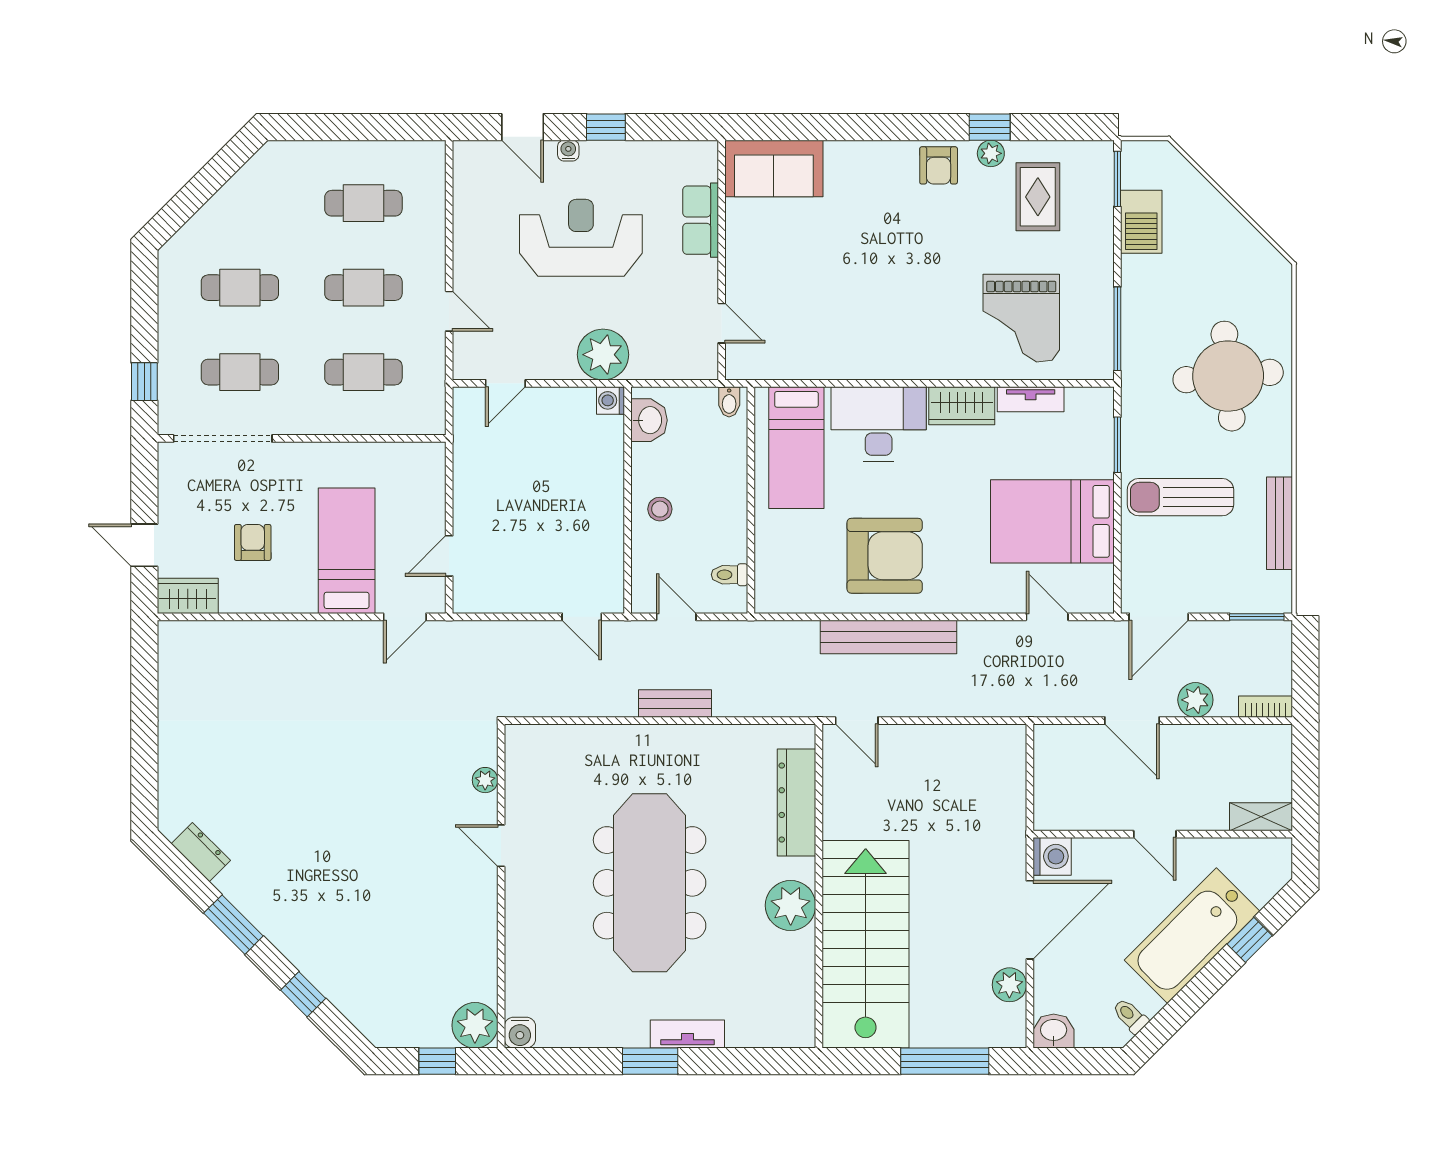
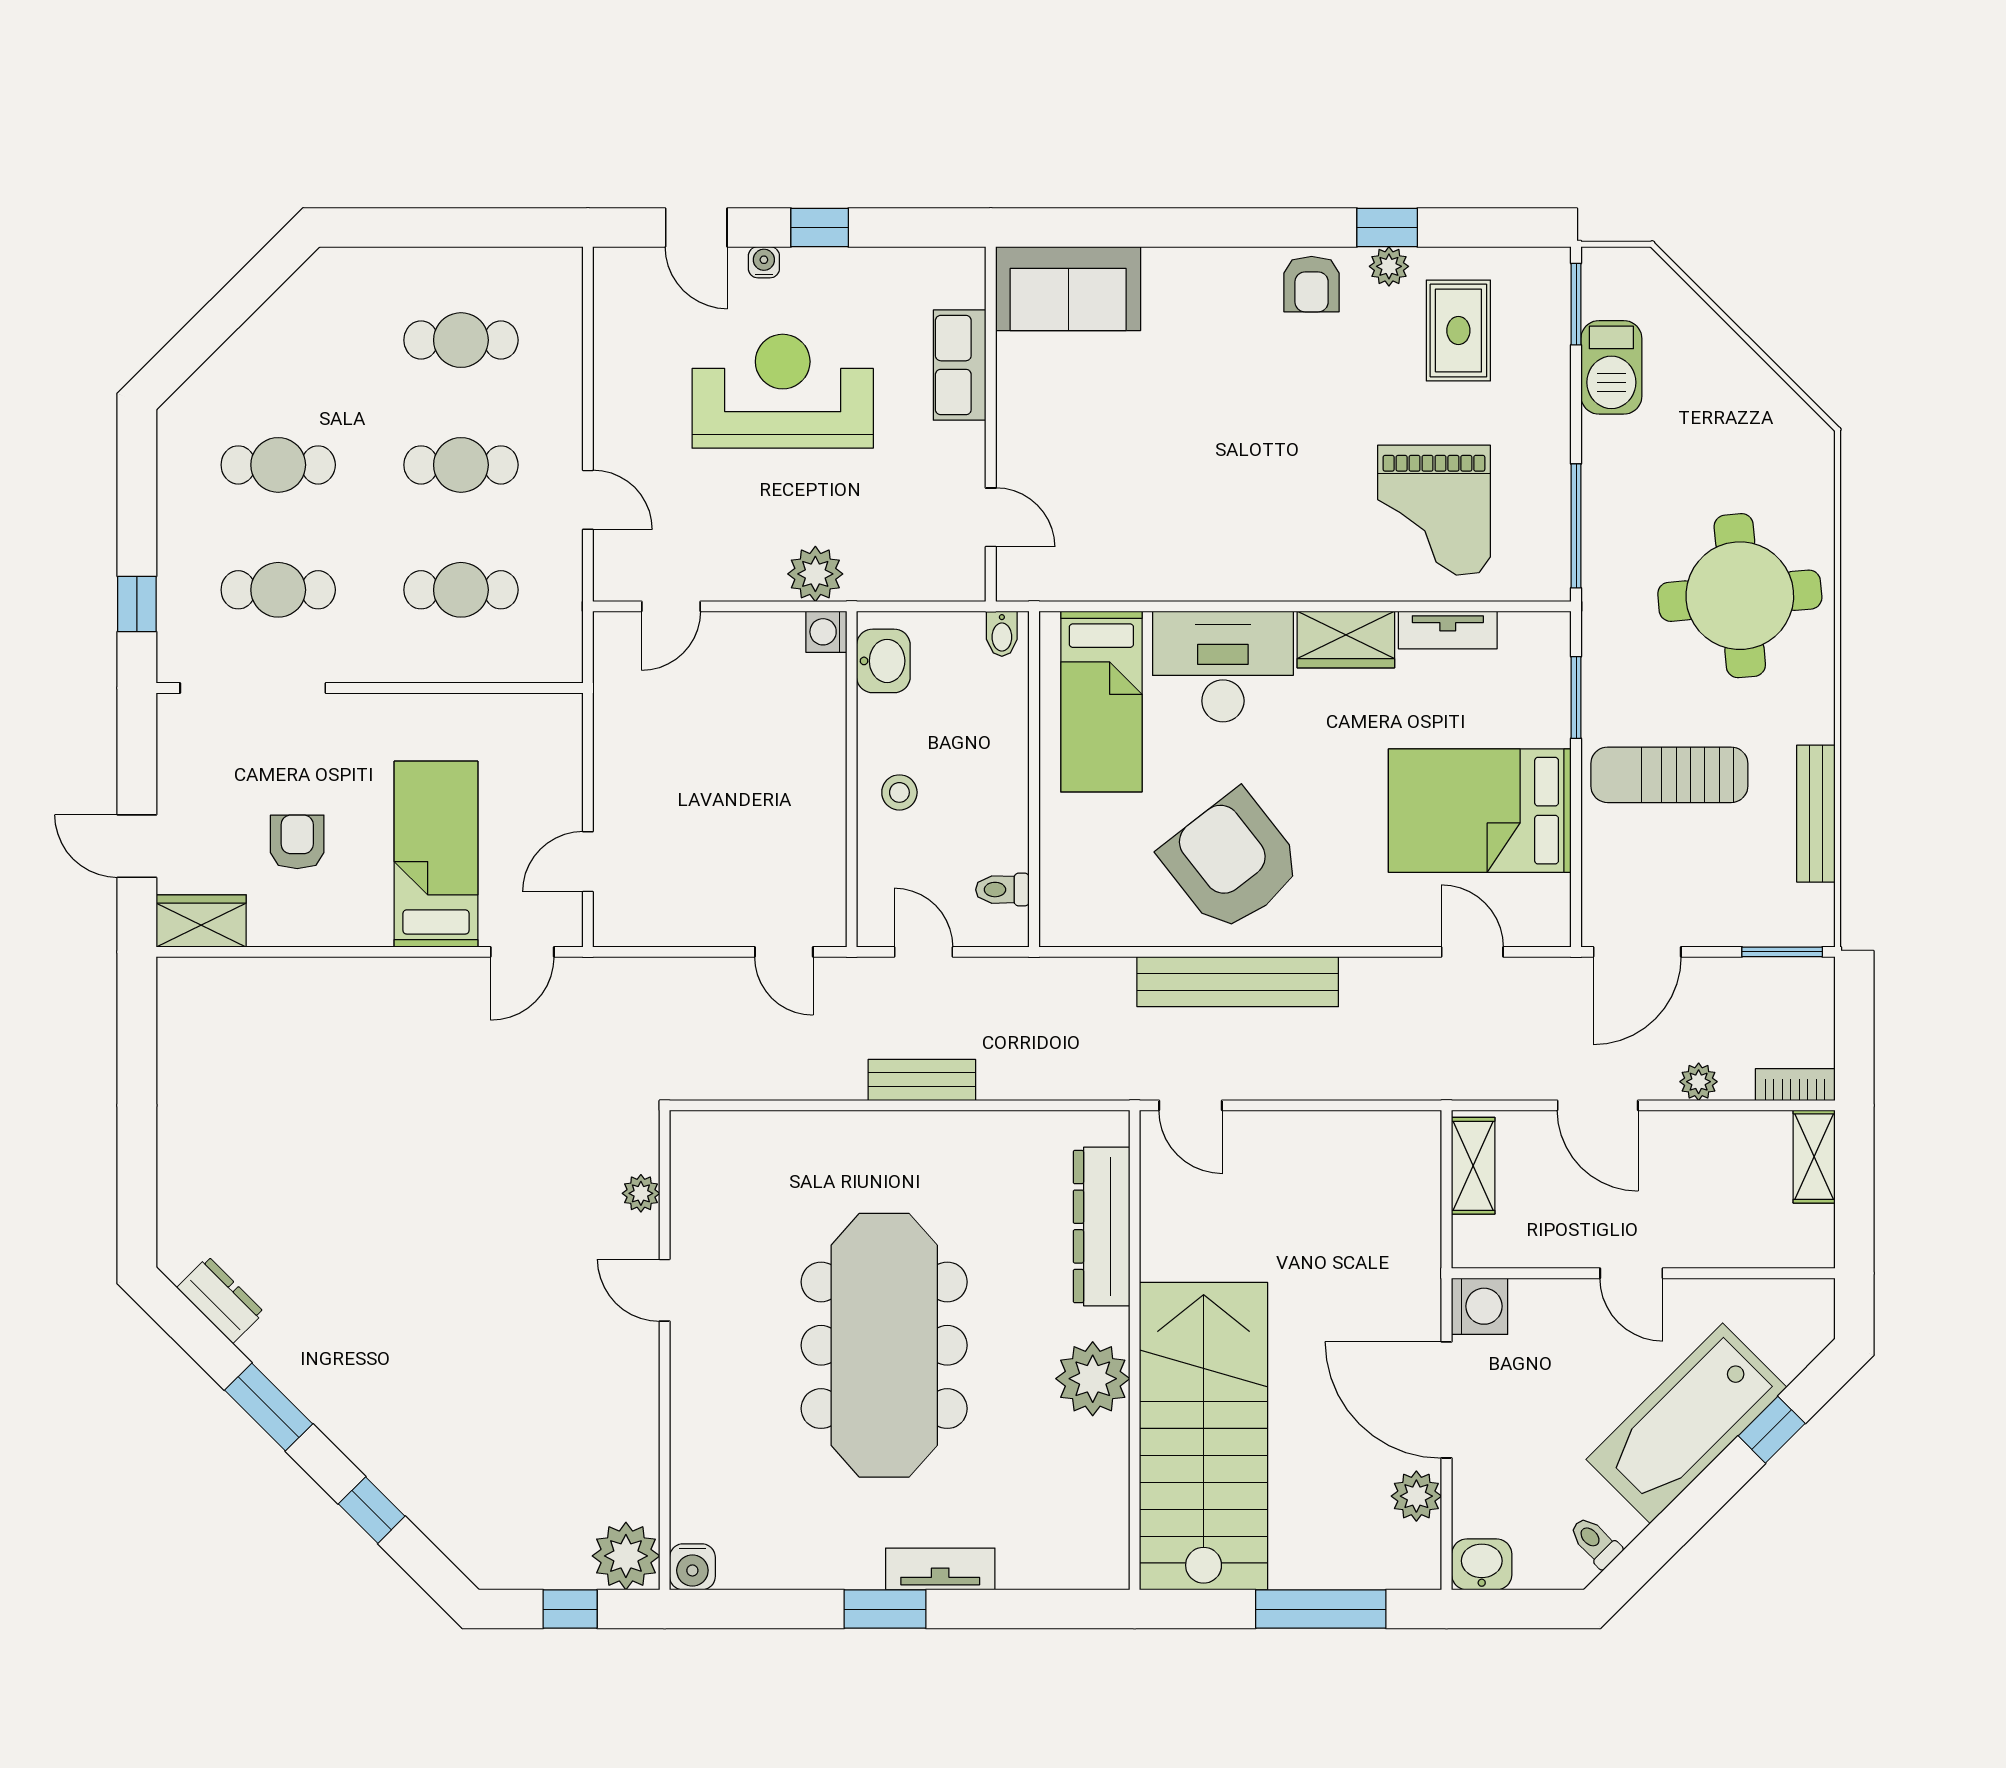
plant: (603, 355) -> (815, 574), width x0.73, depth x0.73
armchair: (885, 556) -> (1232, 861), turned -128
plant: (1195, 700) -> (1699, 1082), width x0.73, depth x0.73
shelving: (1048, 761) -> (1473, 1166), added
shelving: (1261, 817) -> (1814, 1157), moved, turned 90
door: (1030, 920) -> (1446, 1400), swing flipped

